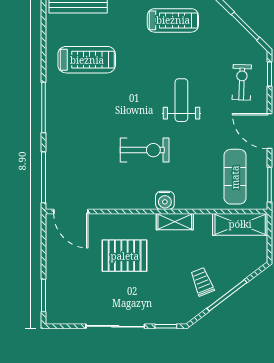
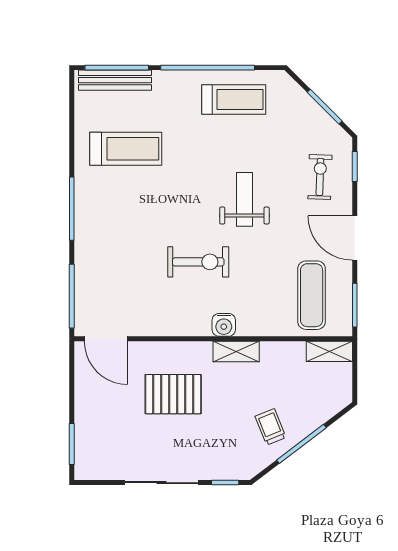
shelving: (240, 224) -> (329, 351), width x0.67, depth x0.75

